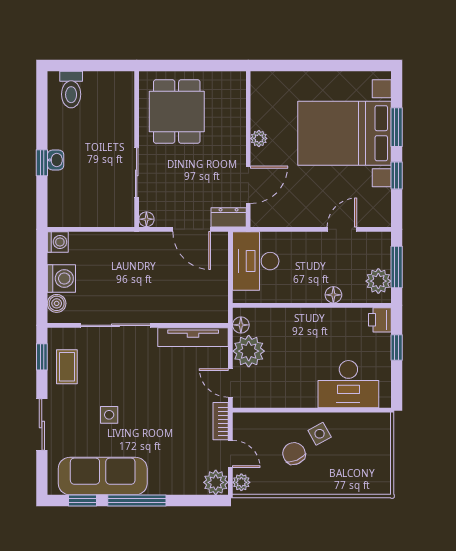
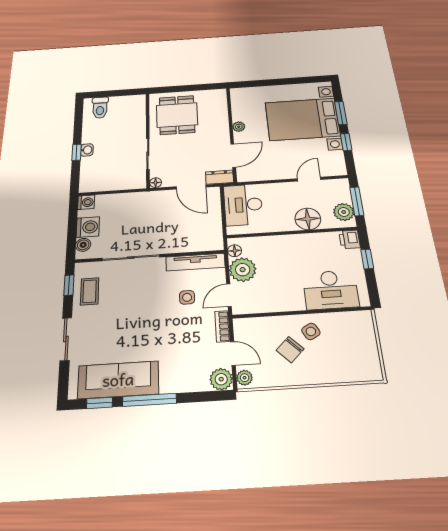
floor lamp: (333, 295) -> (308, 219), width x1.89, depth x1.89
door: (230, 383) -> (229, 295), hinge flipped
side table: (109, 415) -> (187, 297), moved
chair: (294, 454) -> (290, 350), turned -112

